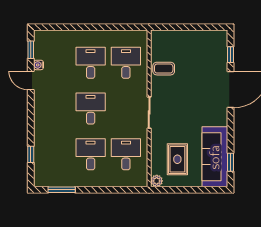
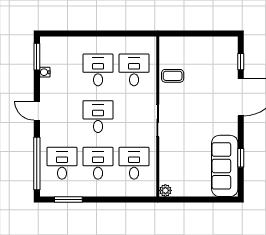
window: (31, 50) -> (37, 57), width x1.50
door: (31, 80) -> (37, 111), moved
window: (31, 154) -> (37, 163), width x3.17
desk: (55, 154) -> (62, 163), added
rug: (177, 159) -> (187, 168), removed
window: (230, 162) -> (241, 158), moved

